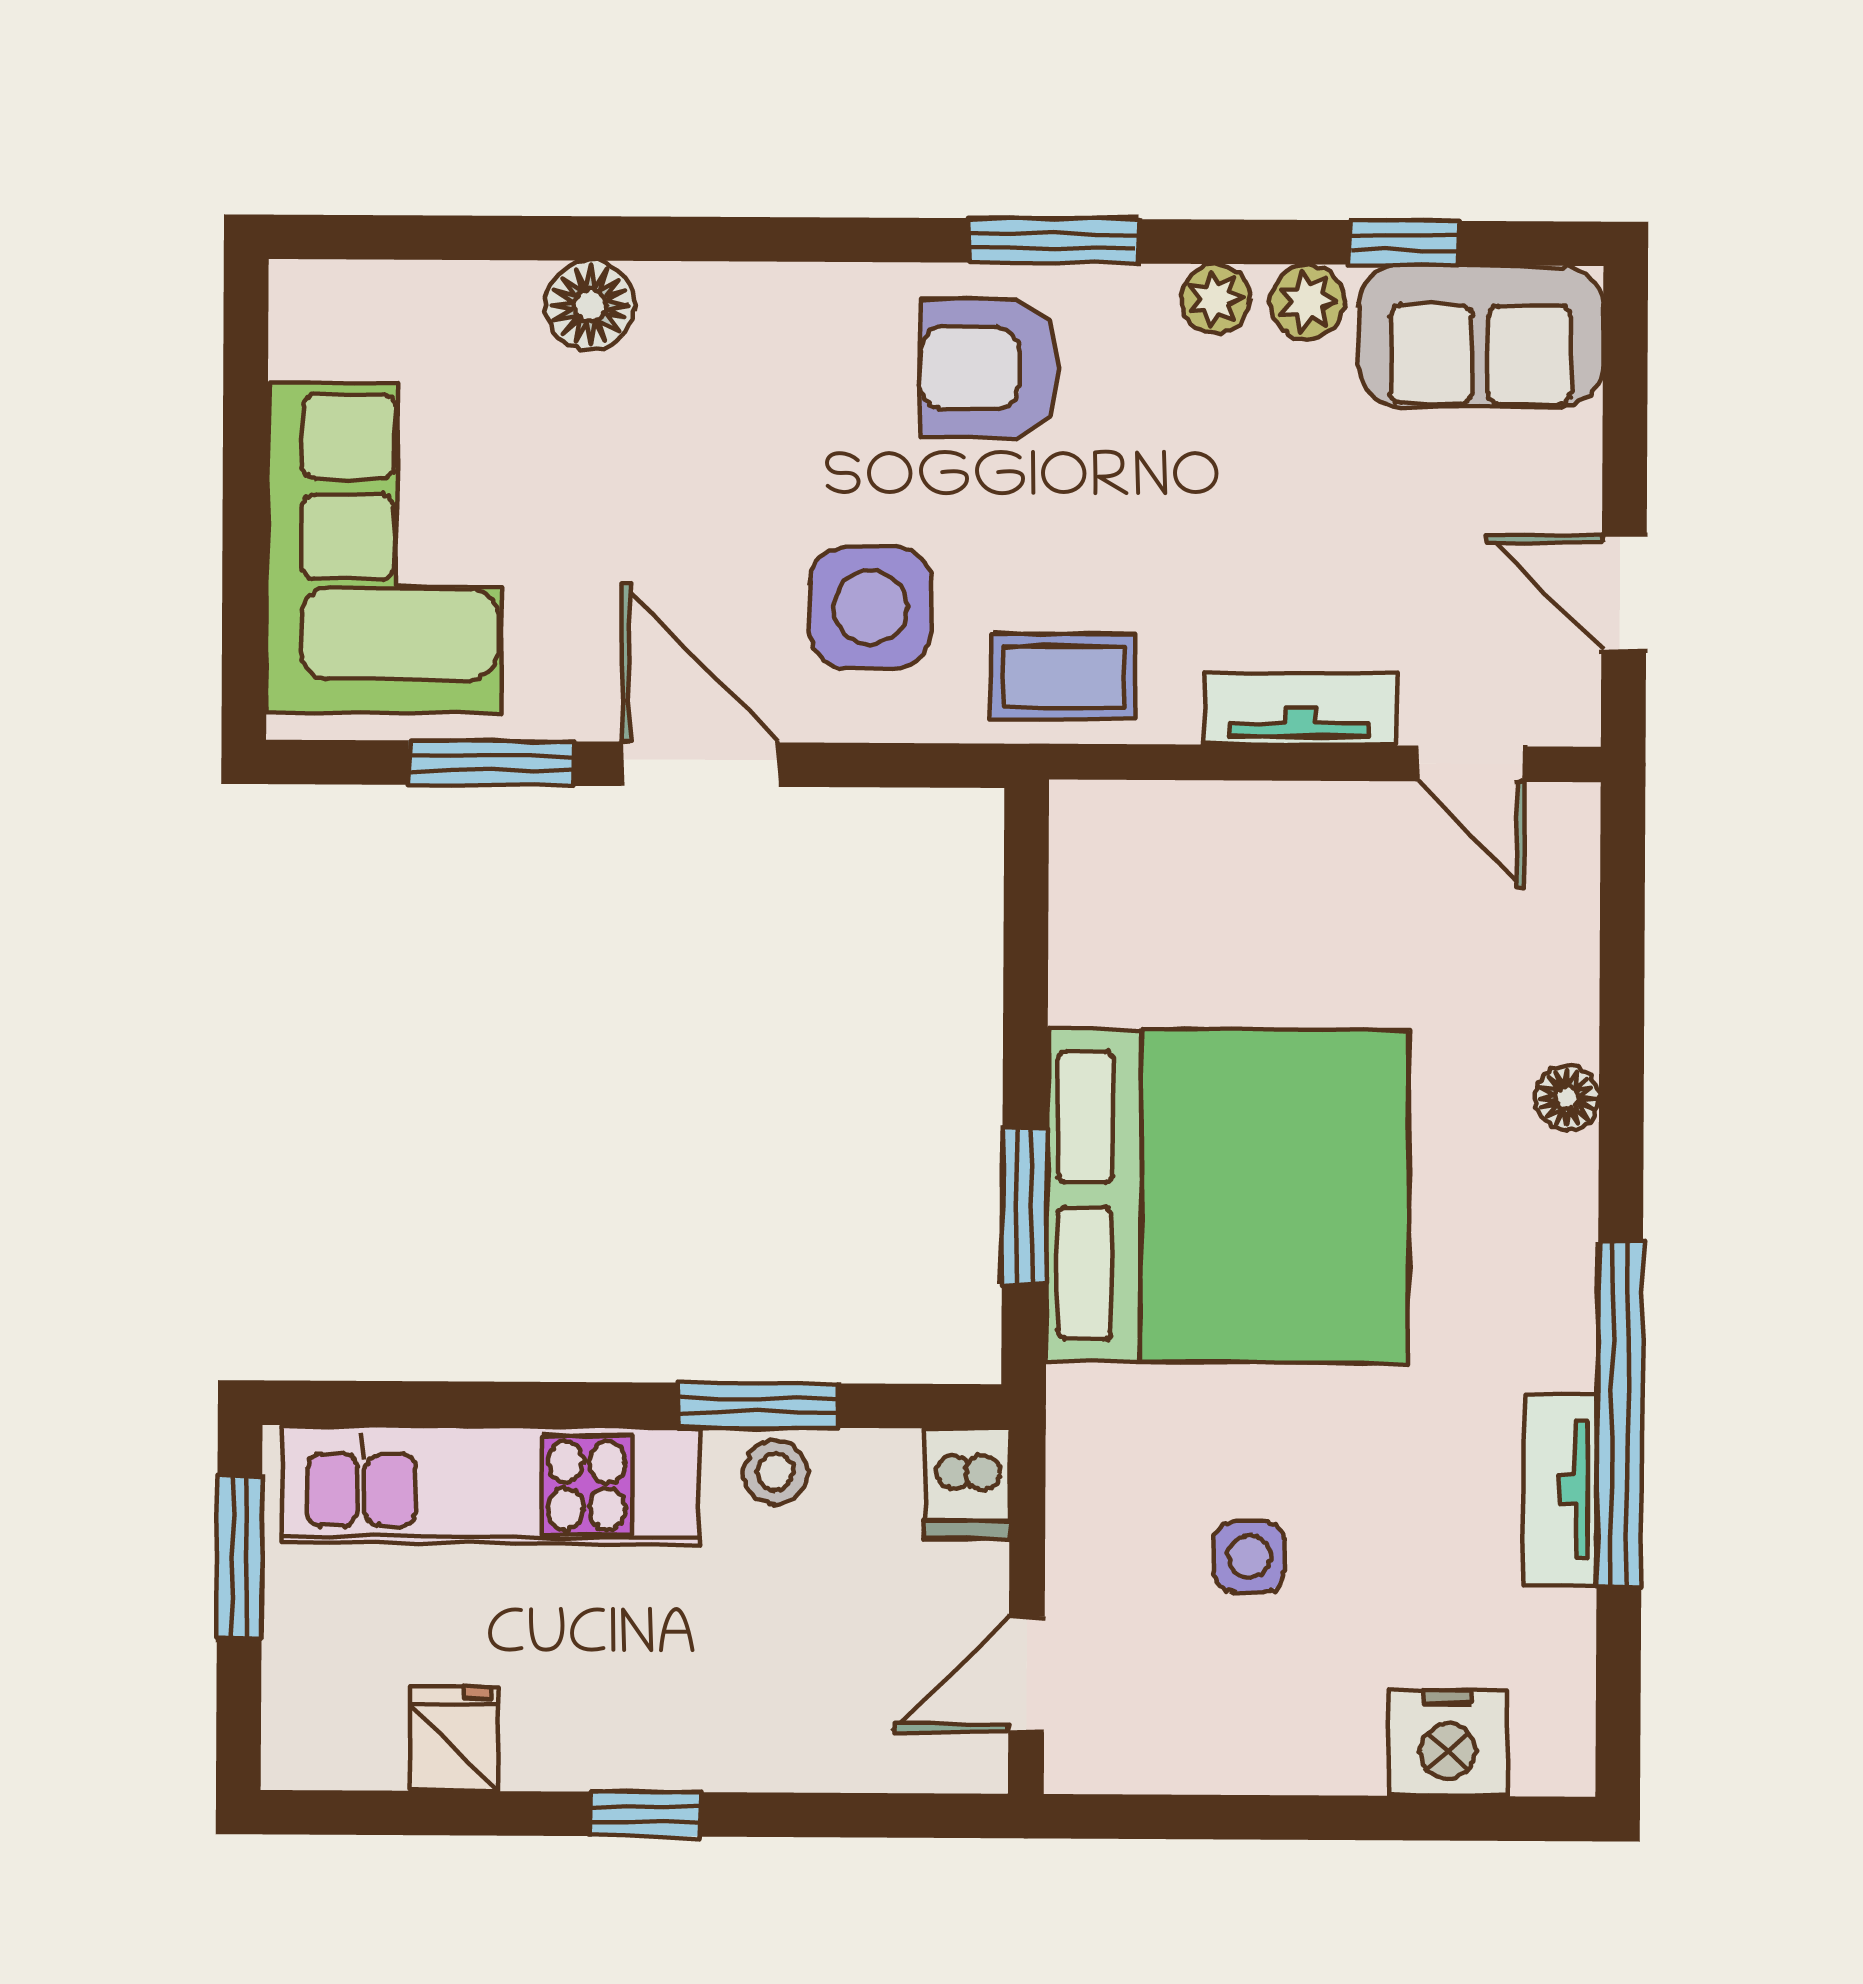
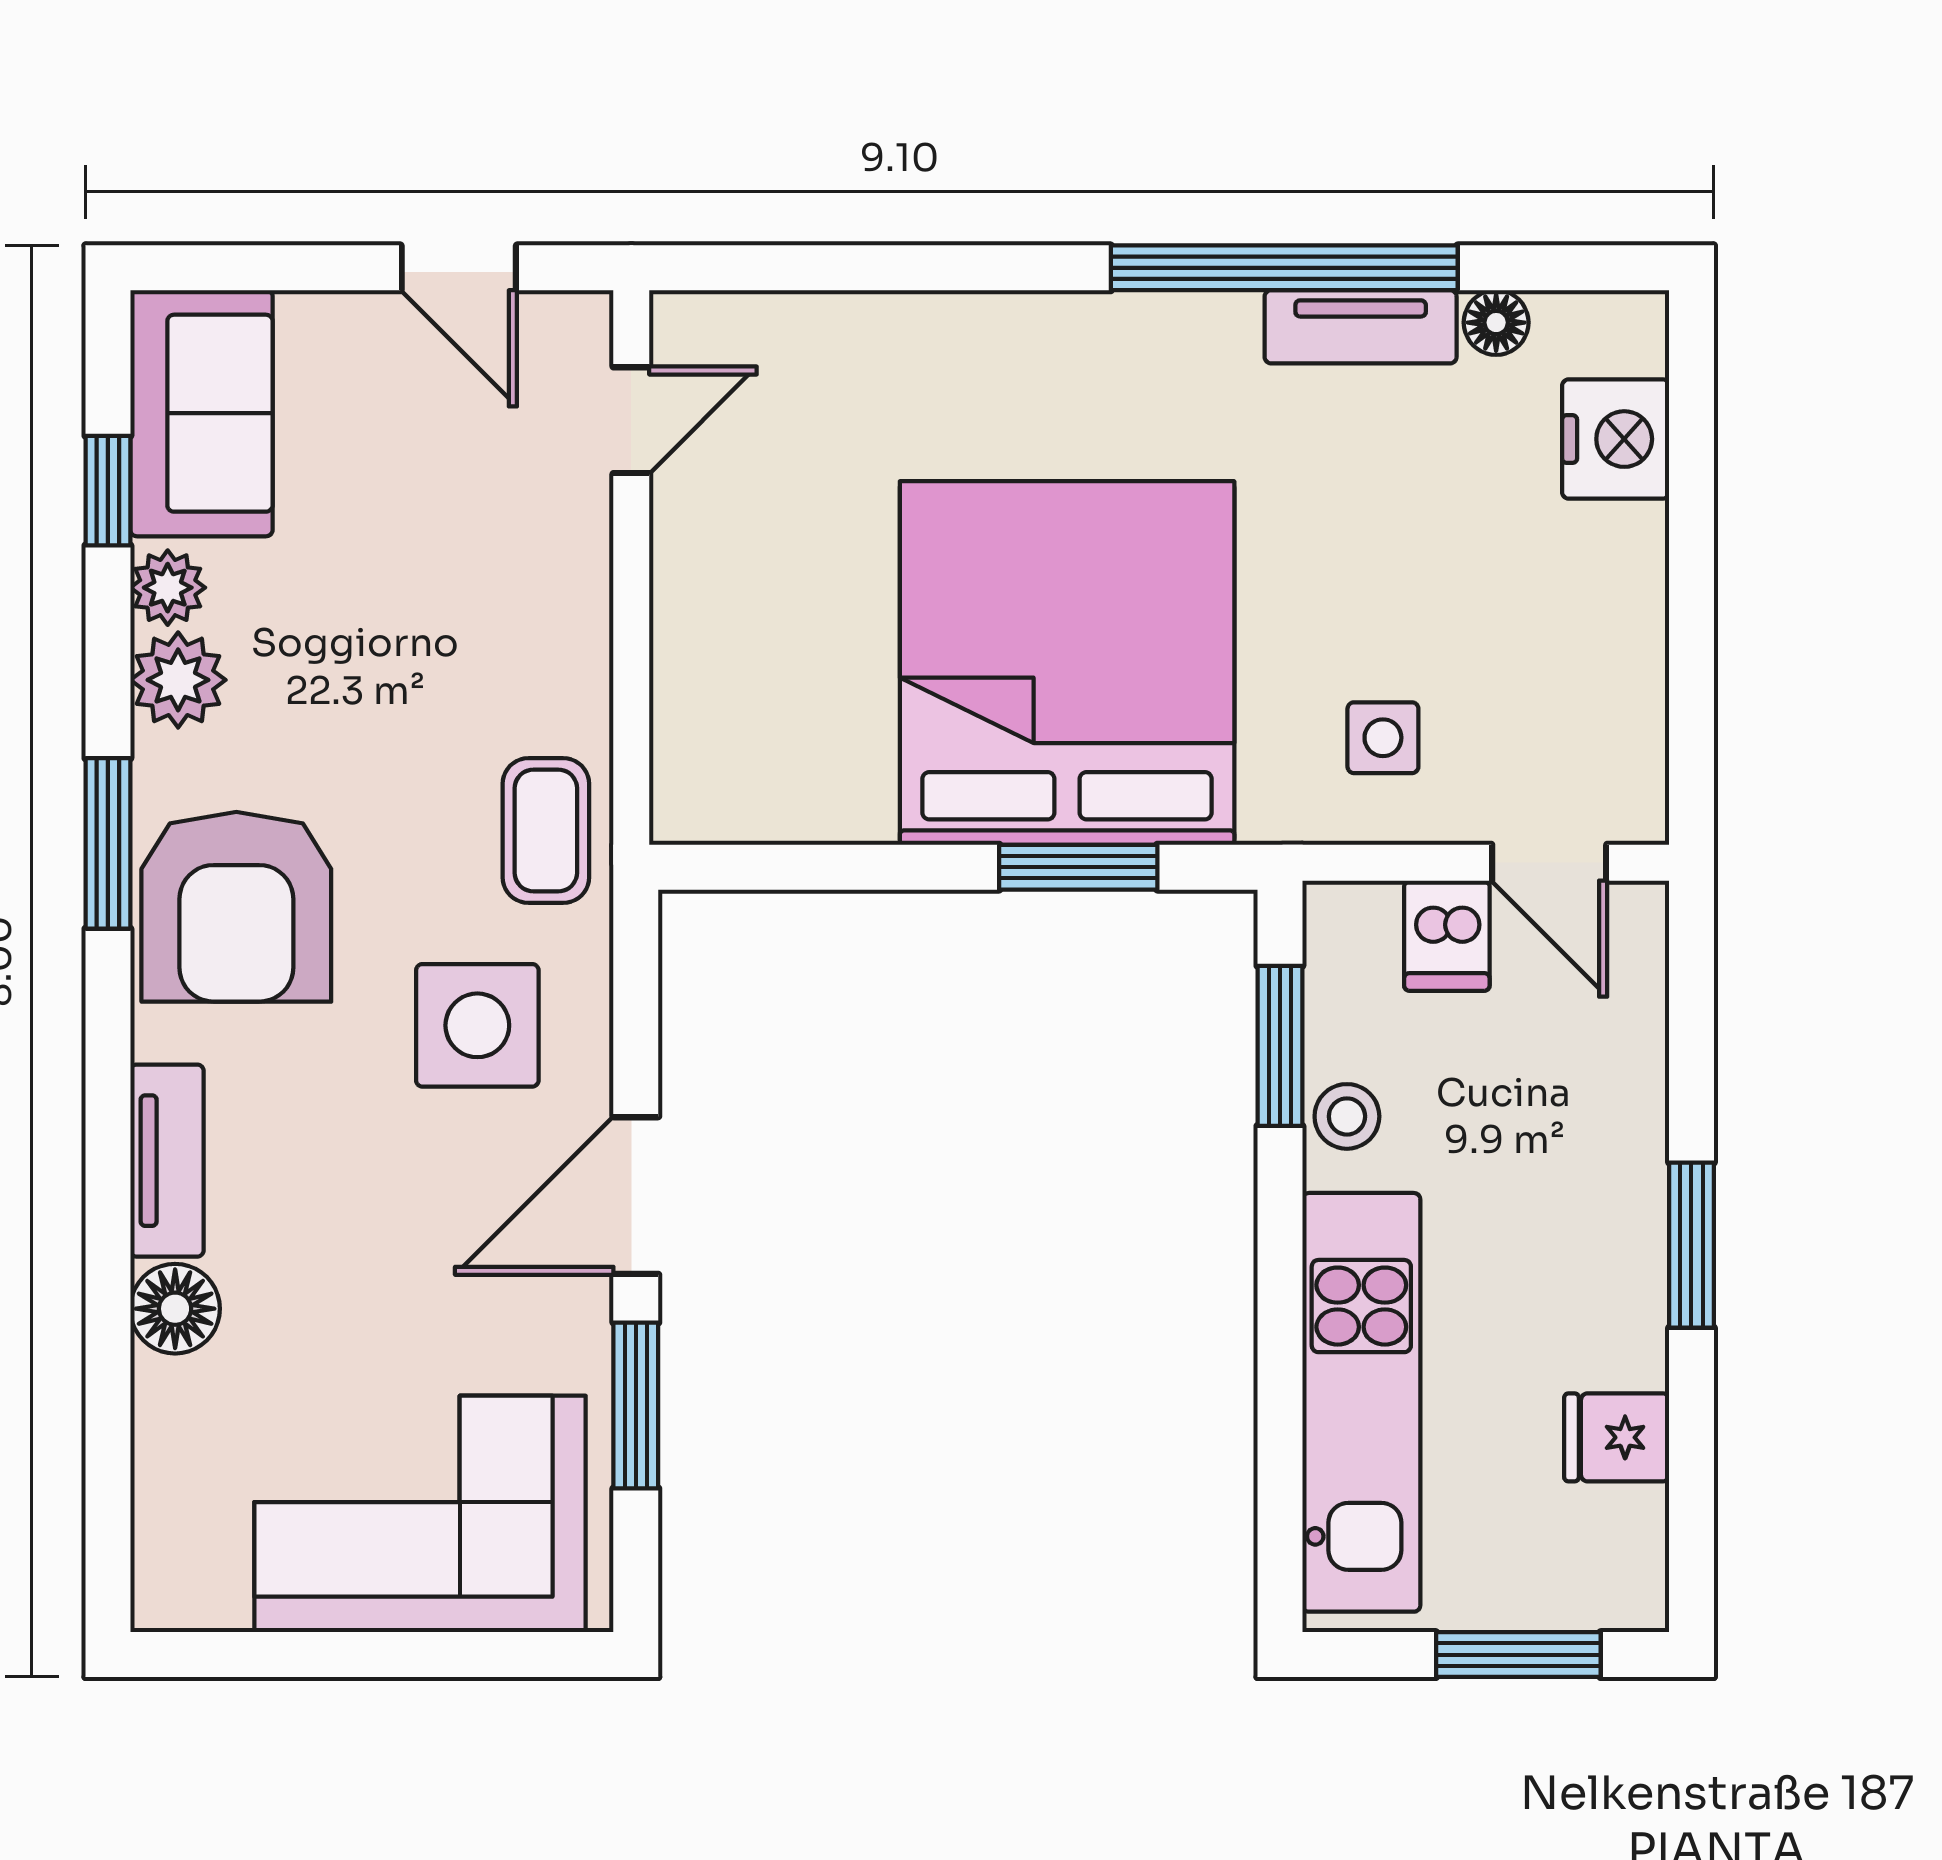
plant: (1216, 299) -> (178, 680), width x1.38, depth x1.38
armchair: (990, 368) -> (236, 907), width x1.36, depth x1.36
door: (1624, 593) -> (459, 268), hinge flipped
tv unit: (1300, 709) -> (167, 1161), moved, turned 180
floor lamp: (1567, 1098) -> (1496, 323), moved
window: (758, 1405) -> (1280, 1046), moved
dishwasher: (967, 1483) -> (1447, 936), moved, turned 90
side table: (1249, 1556) -> (1383, 738), moved
window: (239, 1557) -> (1518, 1655), moved
window: (645, 1814) -> (1691, 1245), width x1.50

